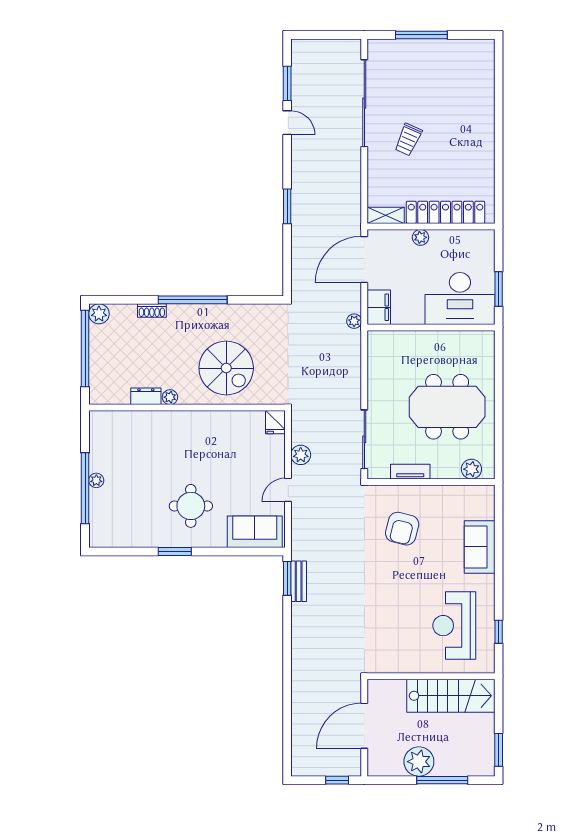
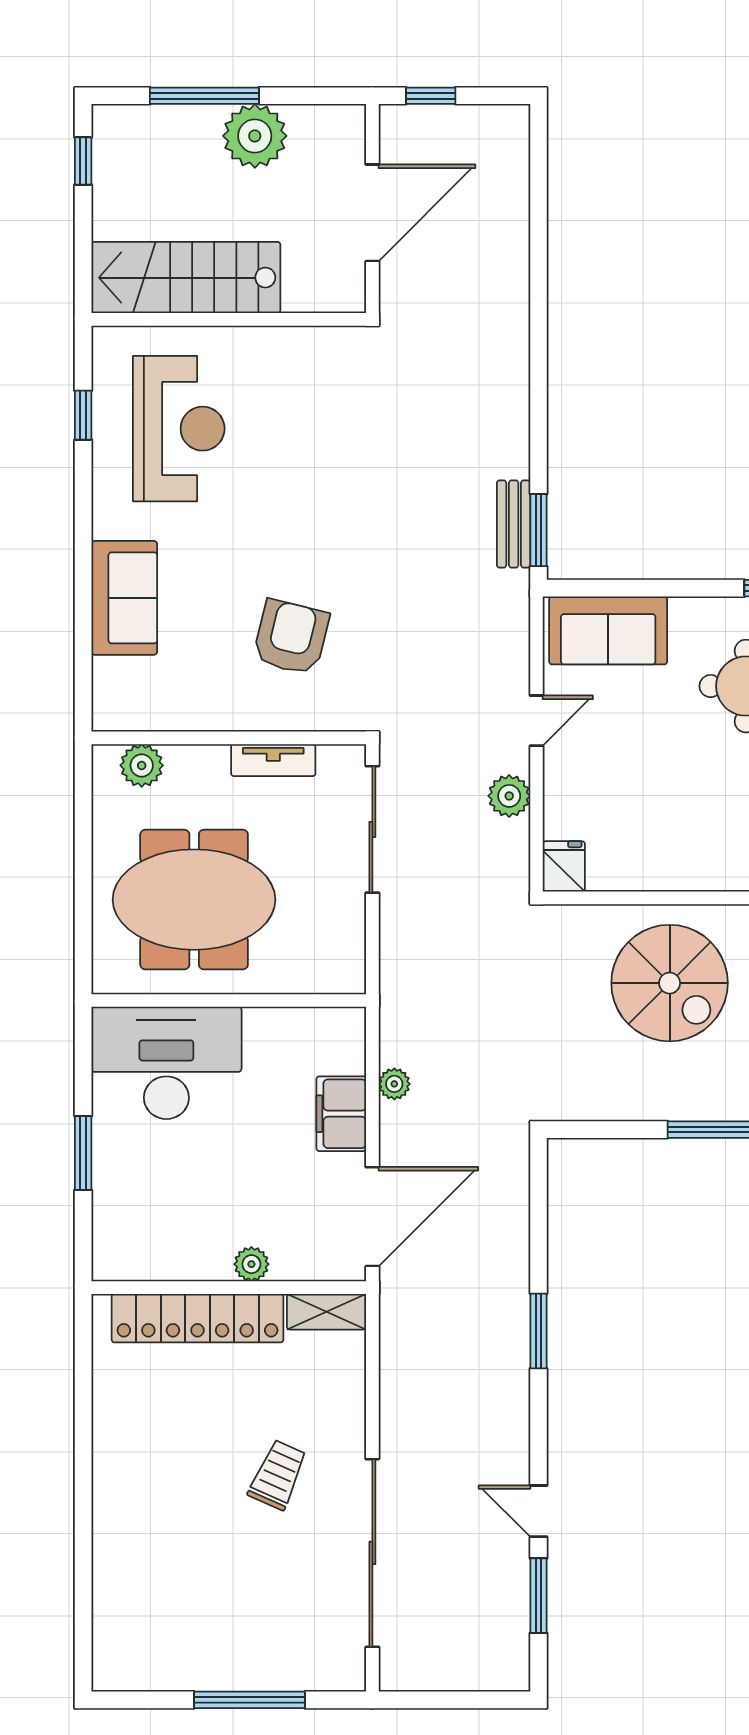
desk: (460, 299) -> (166, 1063), moved
wall: (431, 328) -> (229, 1000), moved
spiral stairs: (226, 368) -> (670, 983), turned 180
window: (499, 750) -> (83, 161), width x0.67

